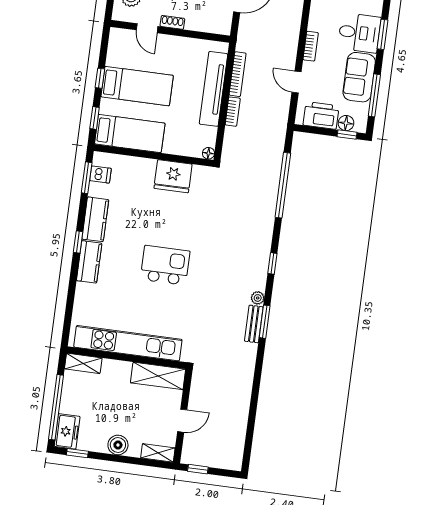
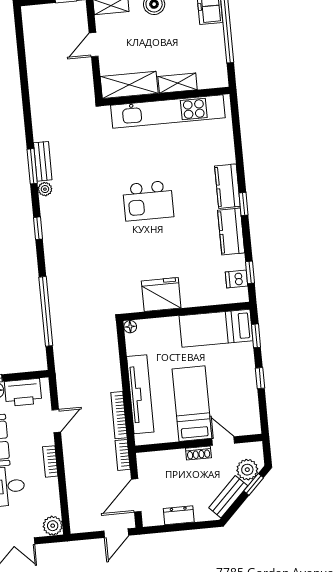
door: (297, 82) -> (56, 421), hinge flipped
bed: (137, 86) -> (192, 404), moved, turned 90
bookcase: (233, 112) -> (123, 455), moved
window: (87, 178) -> (250, 272), width x0.67
shelving: (83, 363) -> (178, 83), moved

